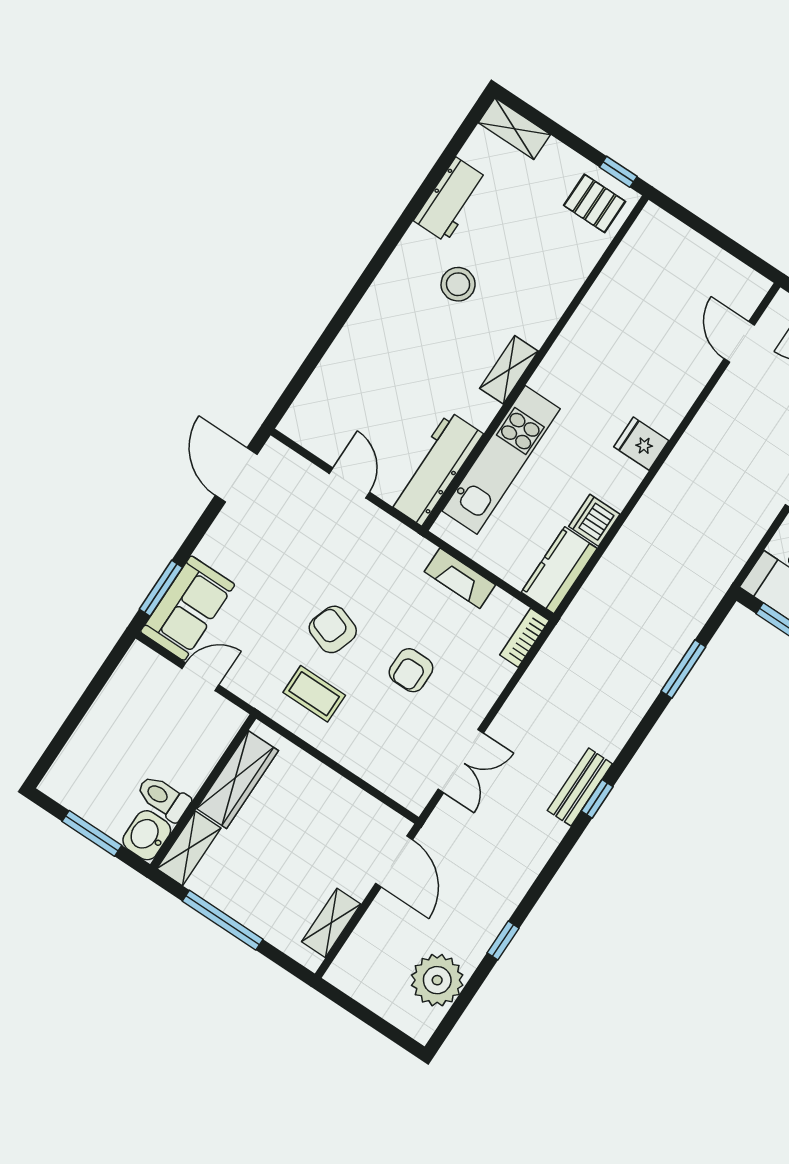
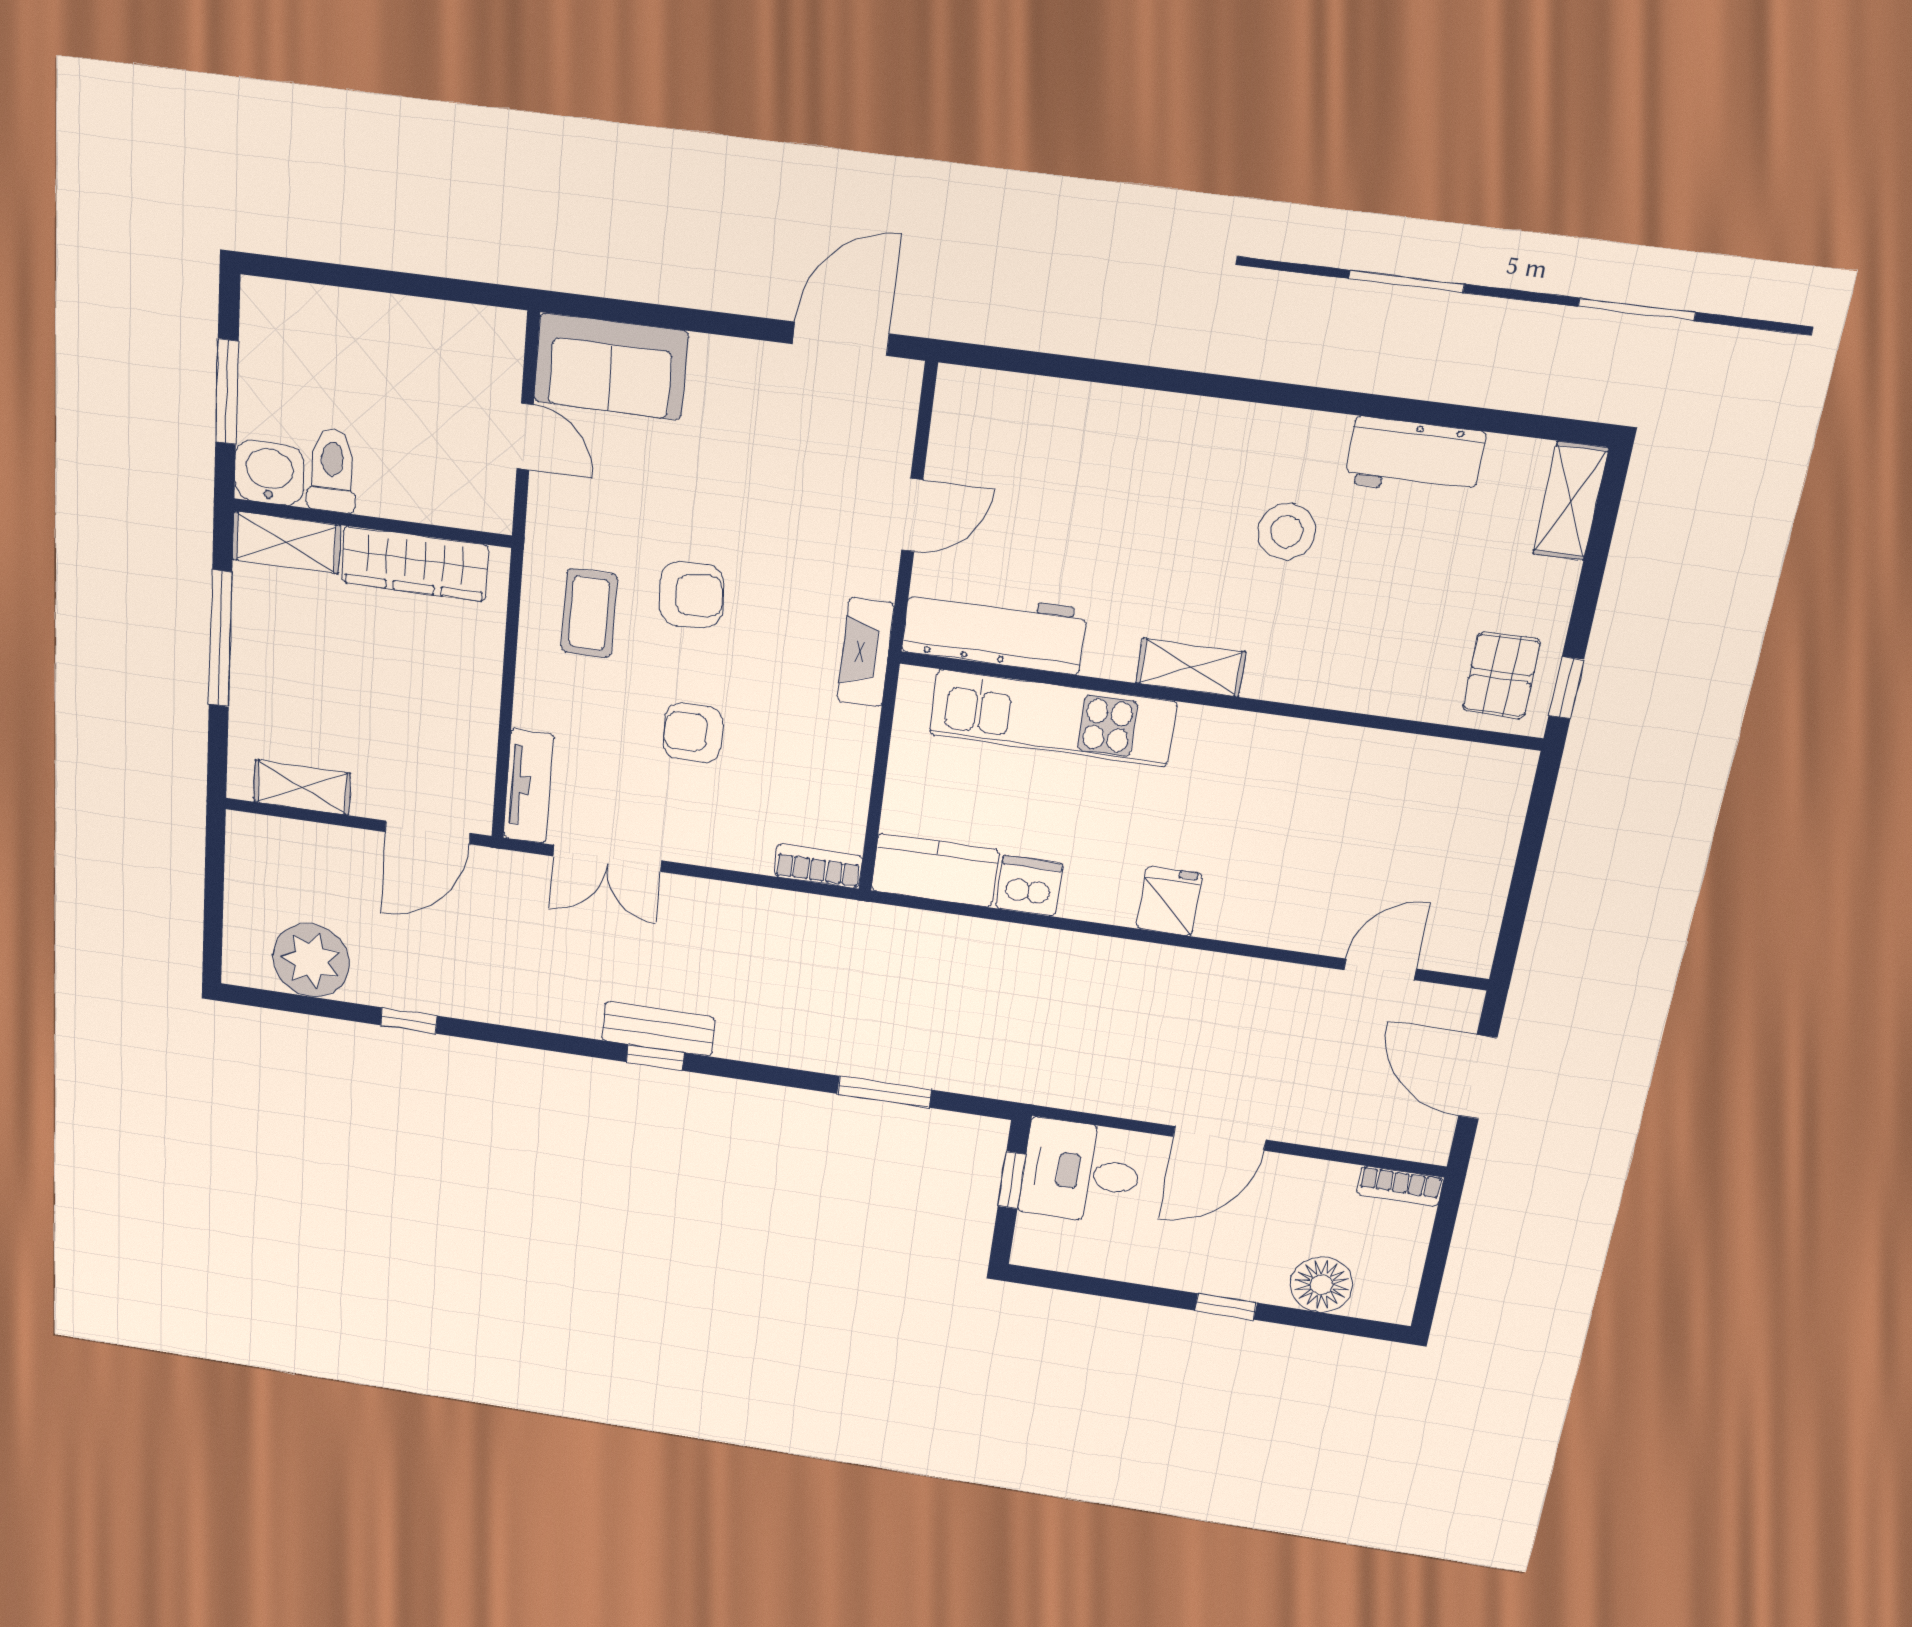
fireplace: (460, 578) -> (866, 652), moved
window: (161, 588) -> (619, 311), removed
armchair: (333, 629) -> (691, 595), turned 67
tv unit: (396, 785) -> (529, 786), added

